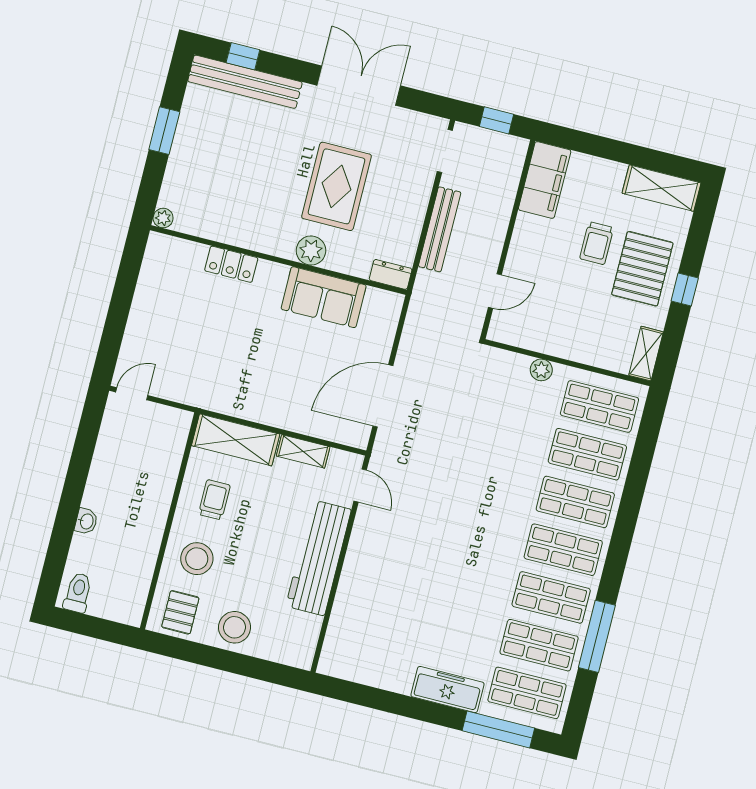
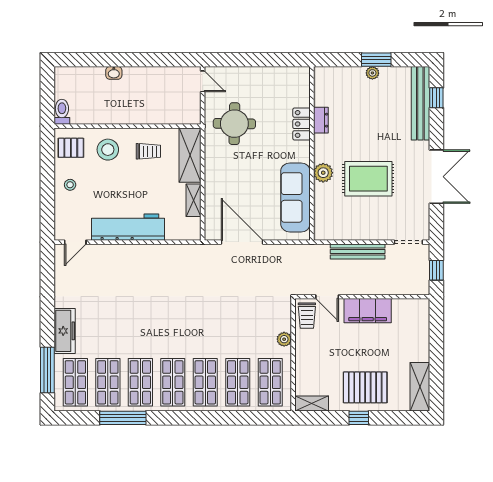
filing cabinet: (545, 180) -> (368, 311), moved
plant: (163, 218) -> (372, 73), moved
trolley: (597, 243) -> (307, 316), moved, turned -90
dresser: (391, 274) -> (321, 120), moved
sofa: (324, 297) -> (295, 197), width x1.36
round table: (206, 363) -> (234, 124), added
door: (360, 486) -> (75, 242), moved
toilet: (78, 593) -> (62, 112), moved, turned -90
stool: (235, 627) -> (70, 185), width x0.53, depth x0.53

